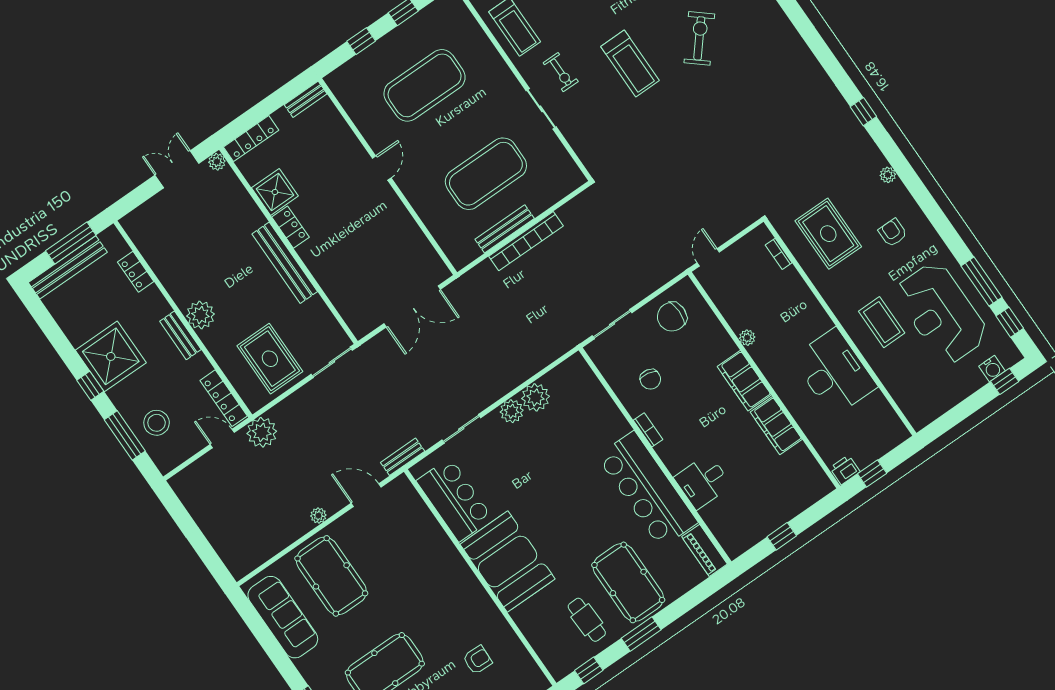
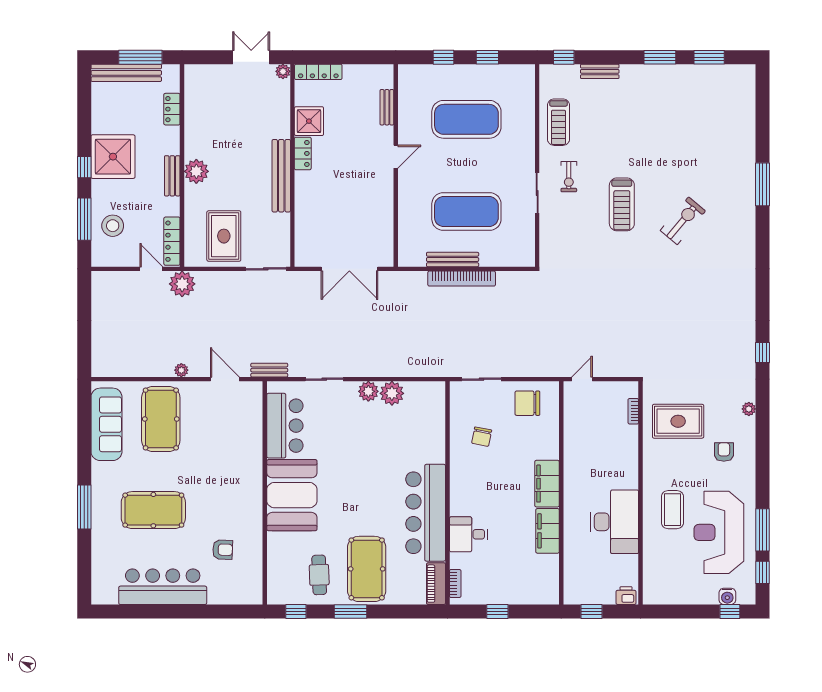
bench: (306, 99) -> (387, 107), moved, turned 90
rug: (828, 234) -> (678, 421), turned 90
plant: (747, 338) -> (570, 455), removed
bookcase: (648, 430) -> (455, 584), moved
printer: (845, 470) -> (626, 596), moved

